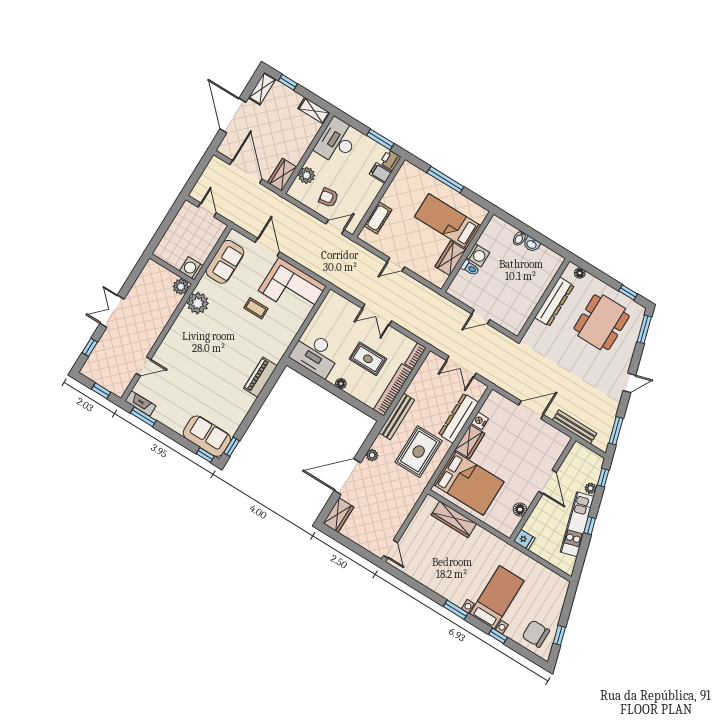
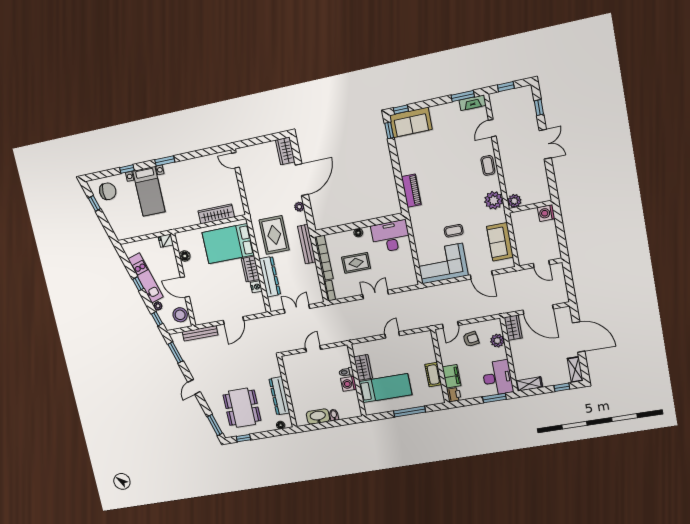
window: (380, 139) -> (494, 398), moved
filing cabinet: (381, 173) -> (452, 376), width x2.00
cot: (378, 218) -> (433, 375), moved
washbasin: (532, 244) -> (318, 416), width x1.91, depth x1.45
washing machine: (191, 268) -> (546, 213), moved, turned 180
coffee table: (176, 338) -> (488, 165), added
stool: (577, 461) -> (180, 315), added

